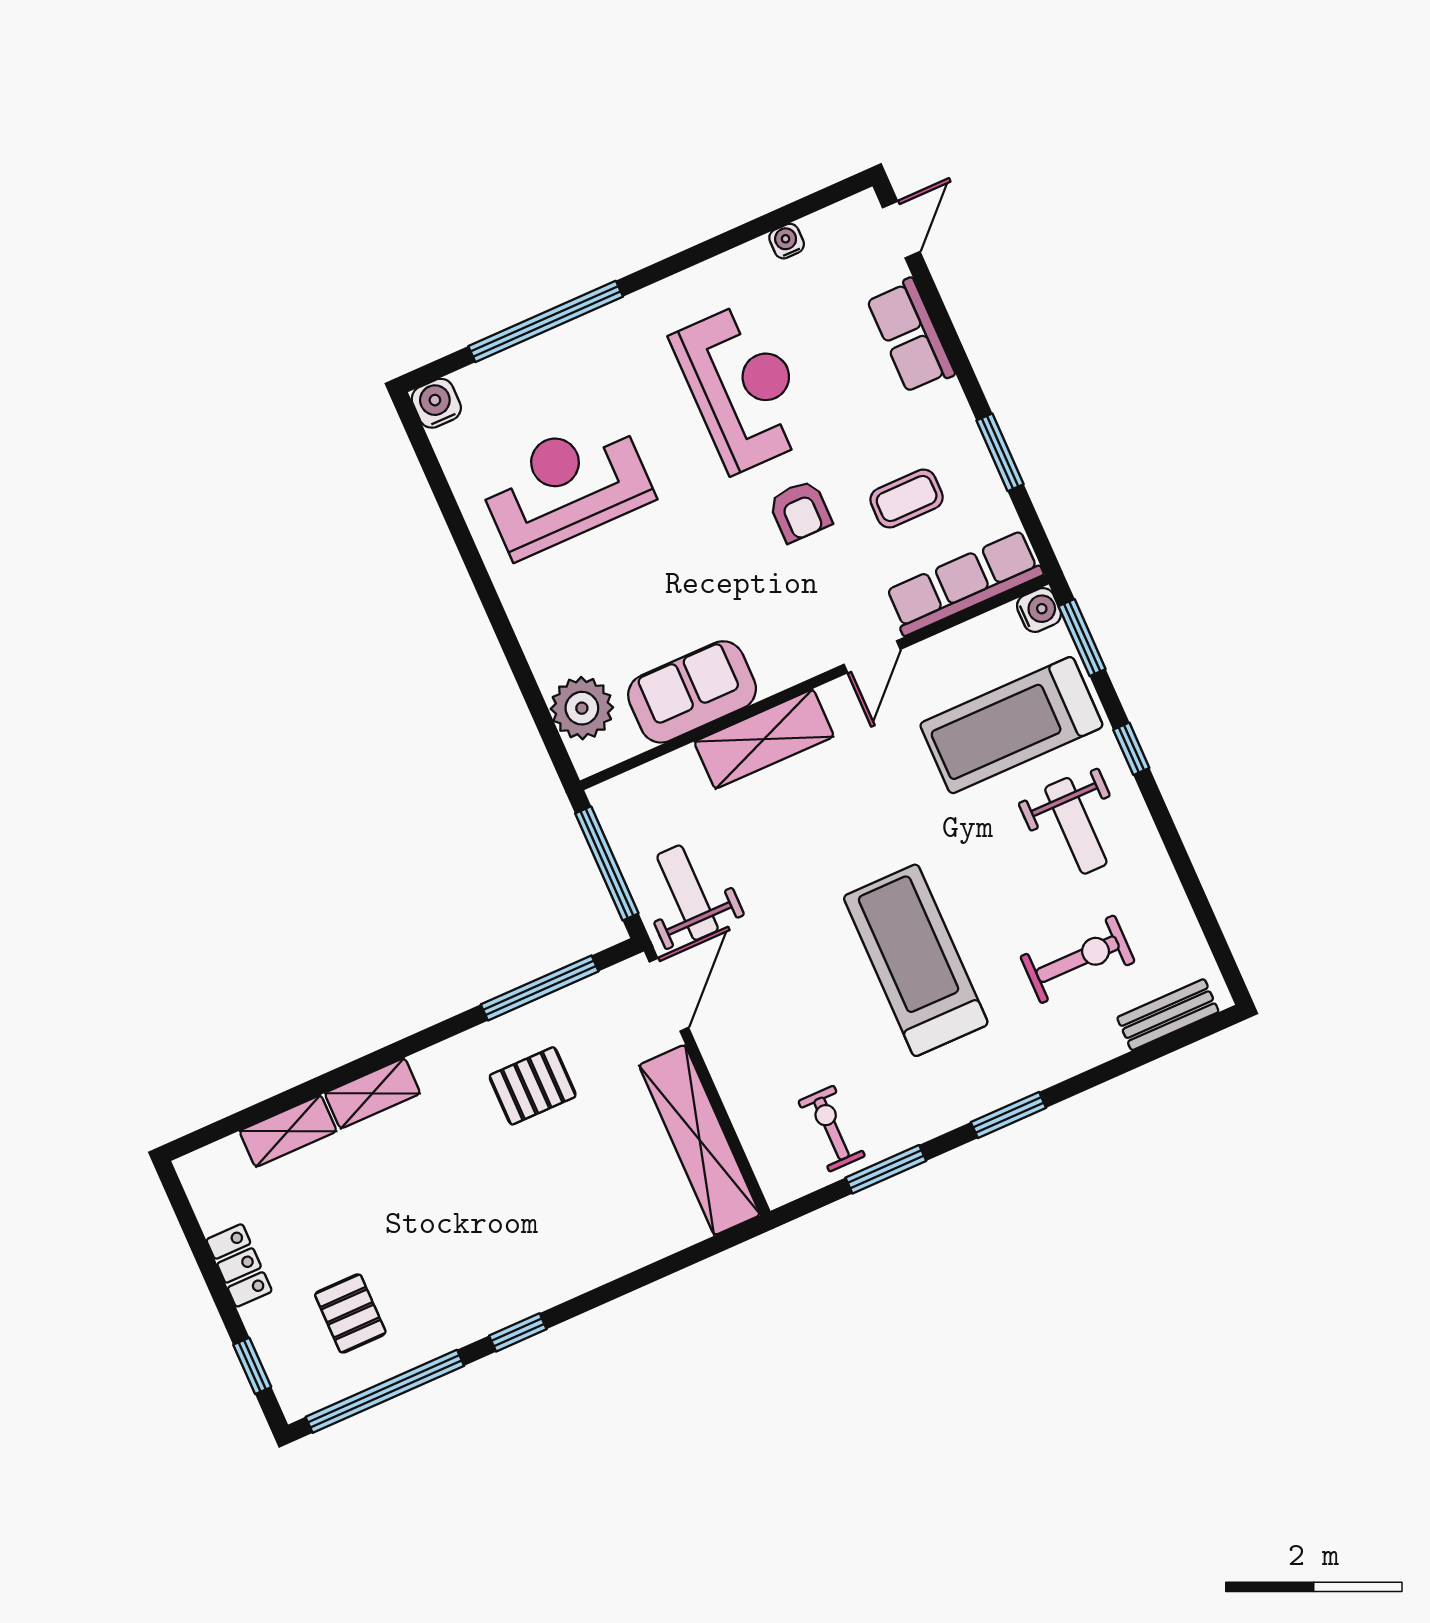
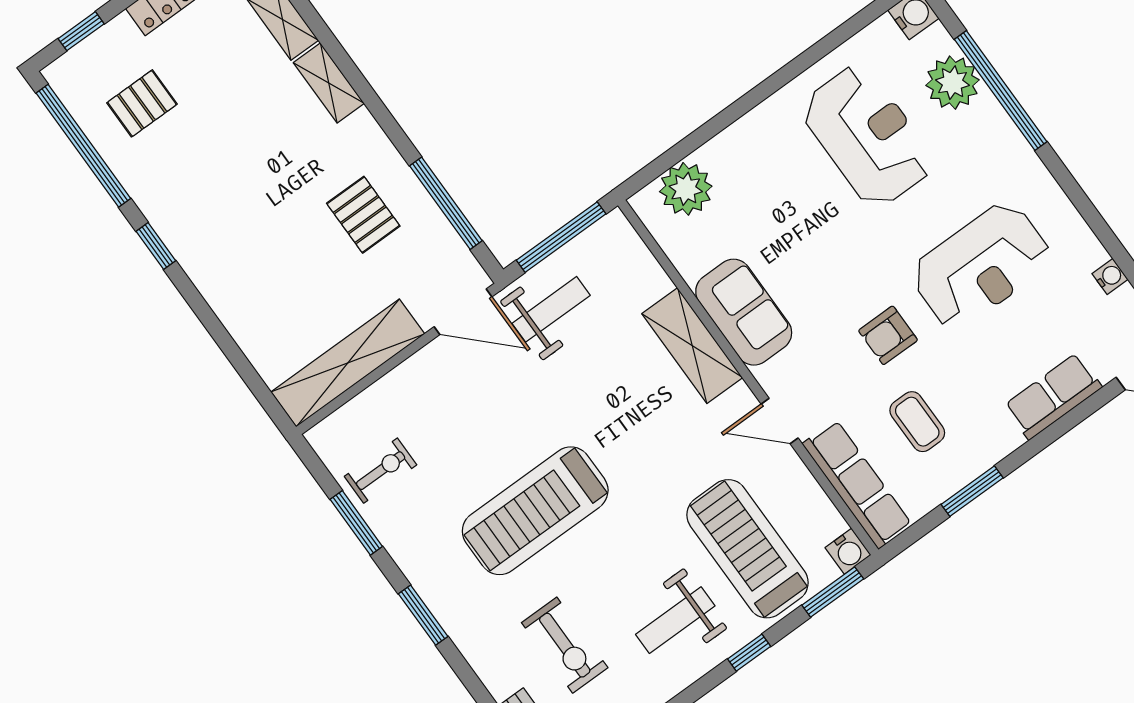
plant: (525, 375) -> (952, 83), added
sofa: (692, 692) -> (744, 312), moved
treadmill: (916, 960) -> (535, 511), turned 180

